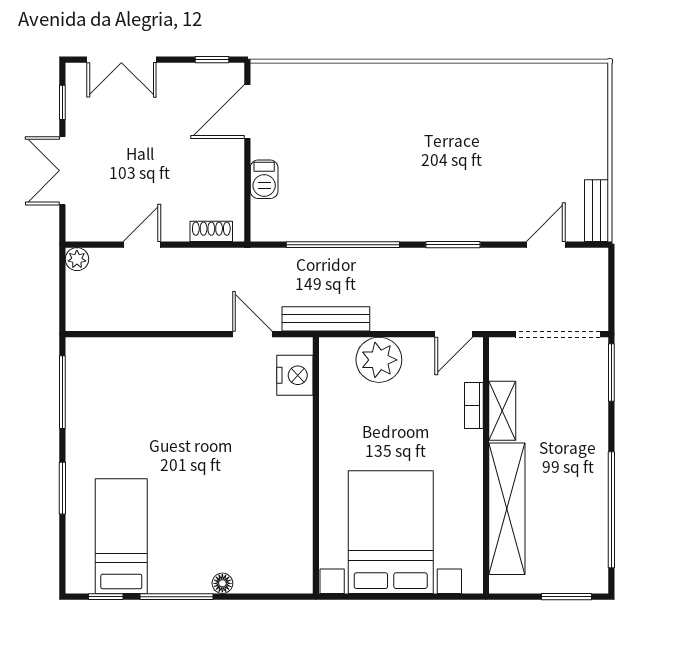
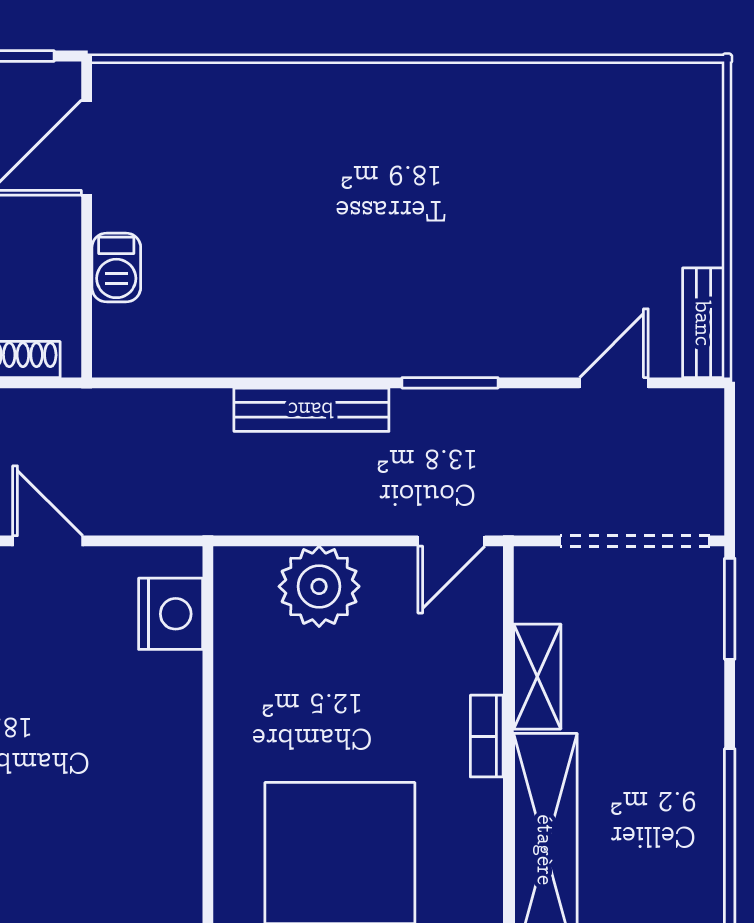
window: (343, 245) -> (255, 383), removed
bench: (326, 319) -> (311, 410), moved
door: (252, 334) -> (48, 541), moved
bookcase: (474, 406) -> (487, 736), moved

